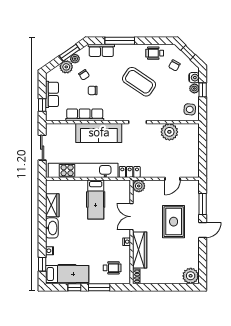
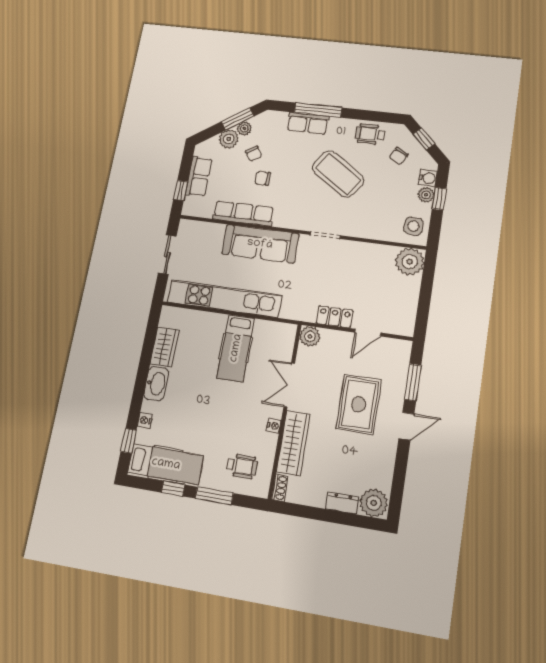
row of seats: (101, 50) -> (308, 123), moved
plant: (169, 132) -> (410, 262), moved
locker: (130, 172) -> (335, 317), moved
dresser: (173, 279) -> (342, 503), added

